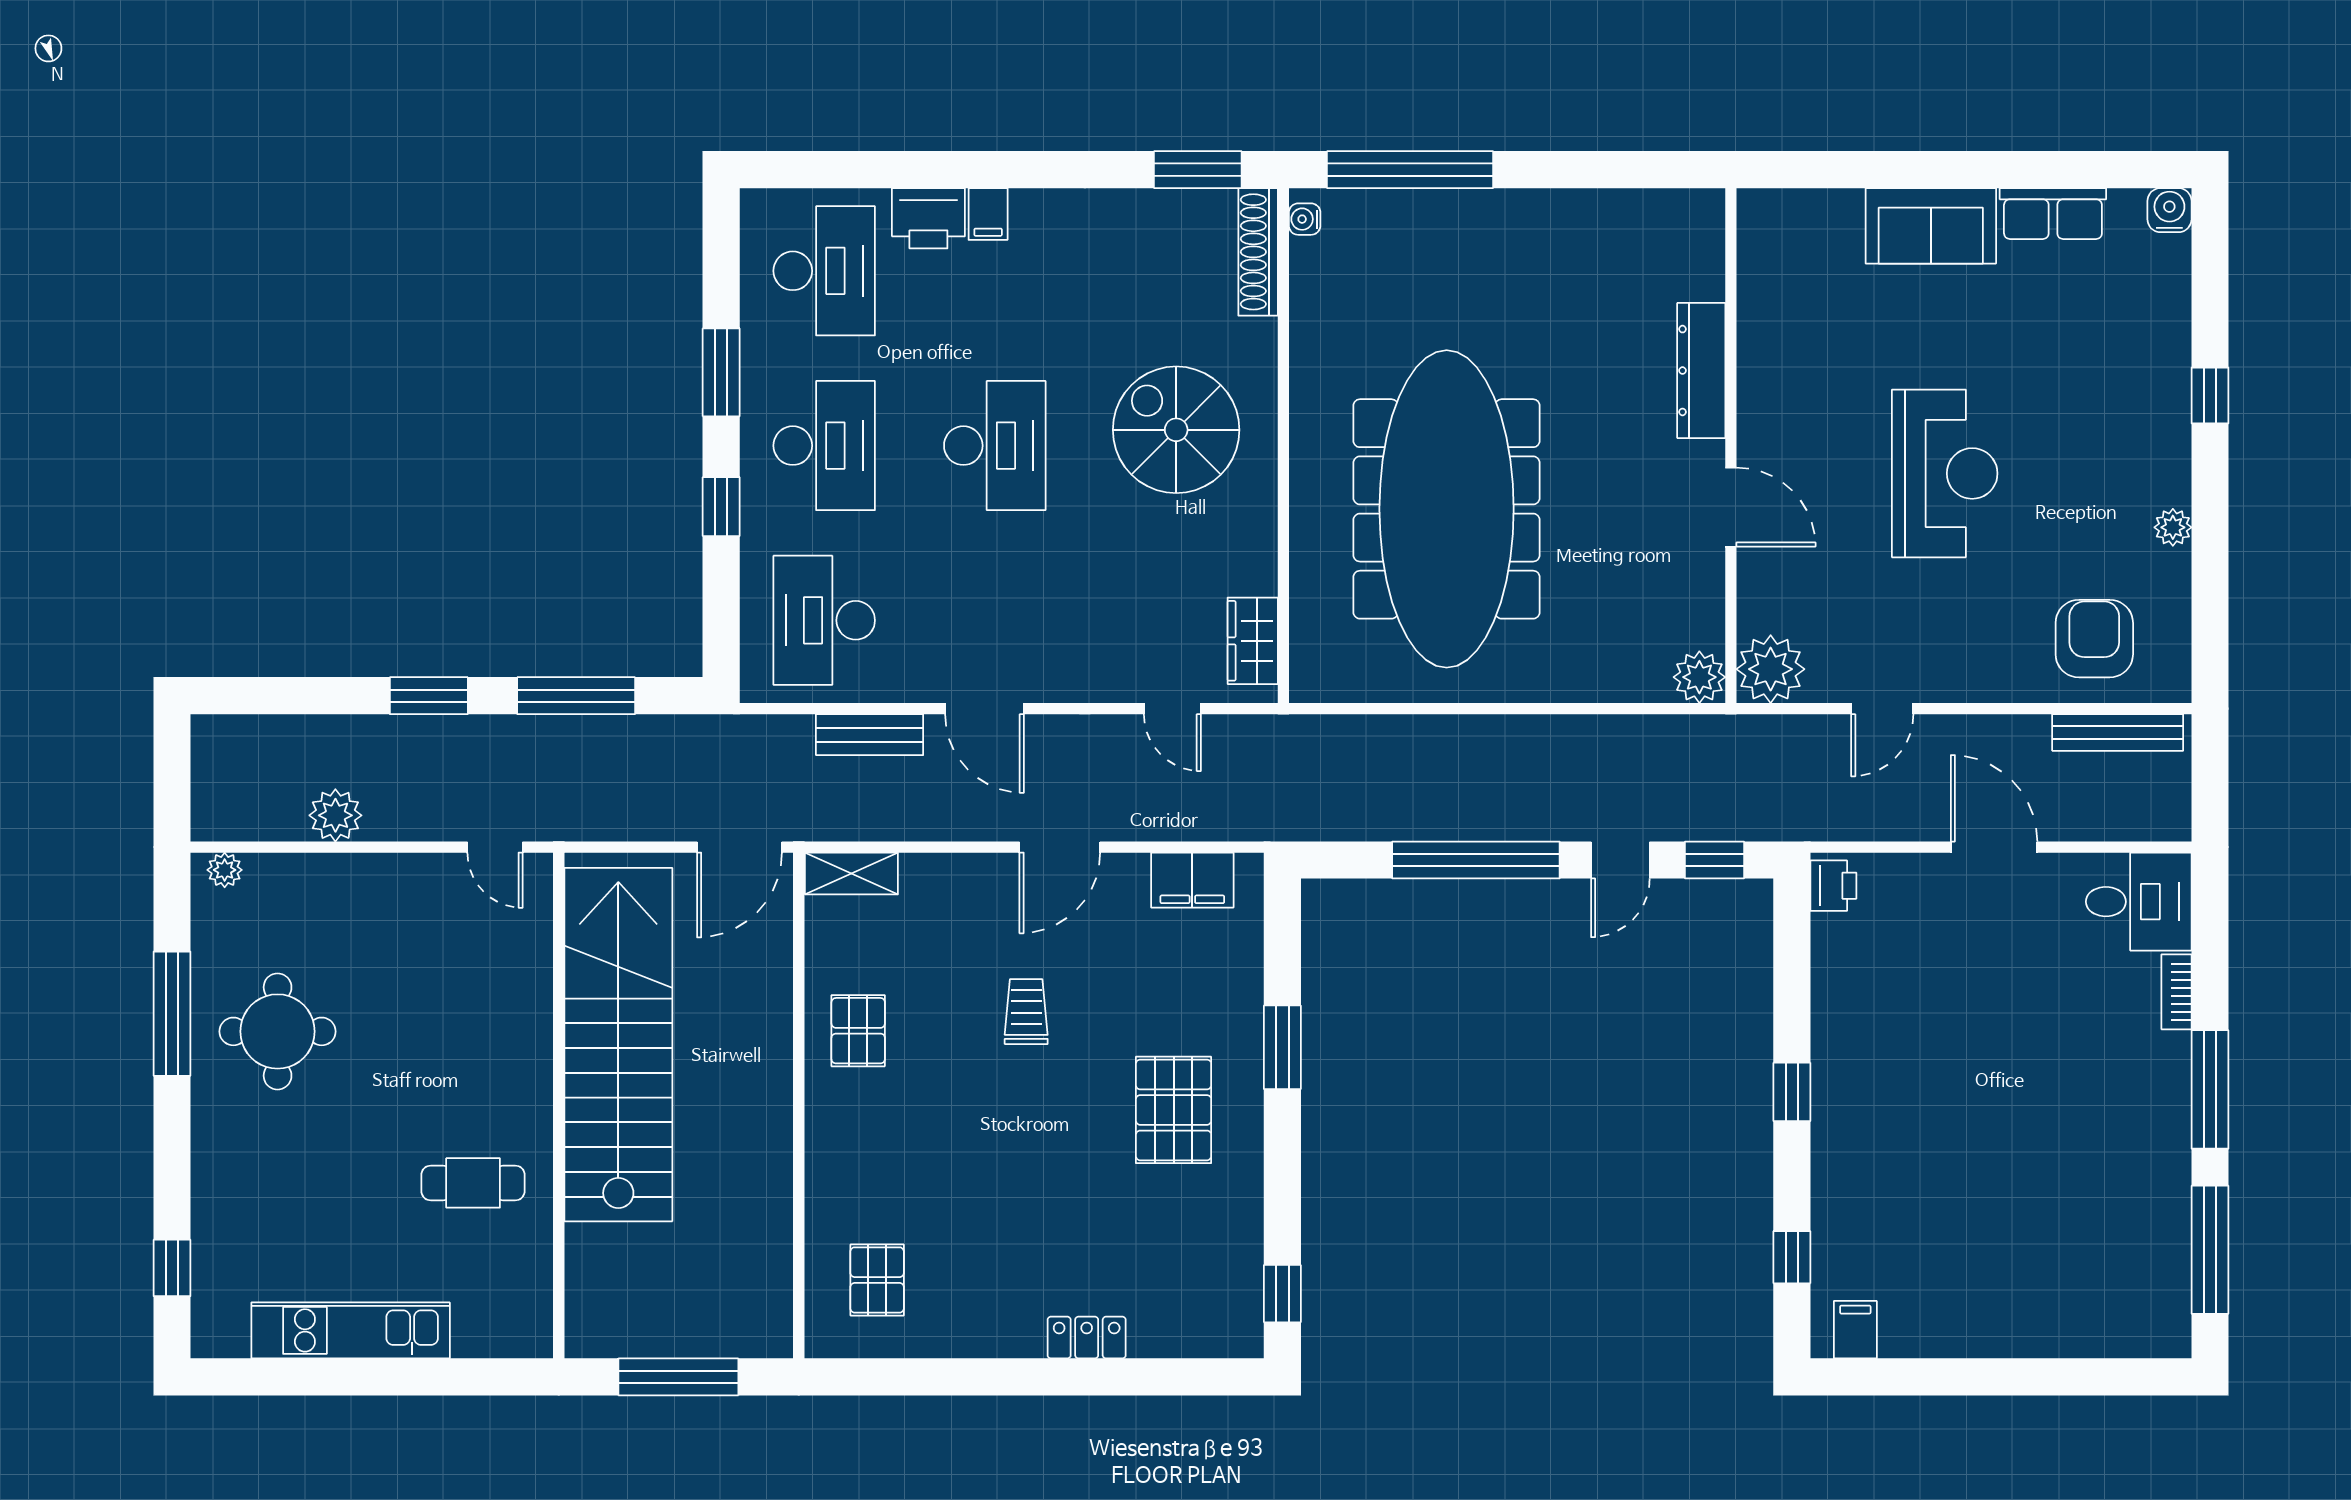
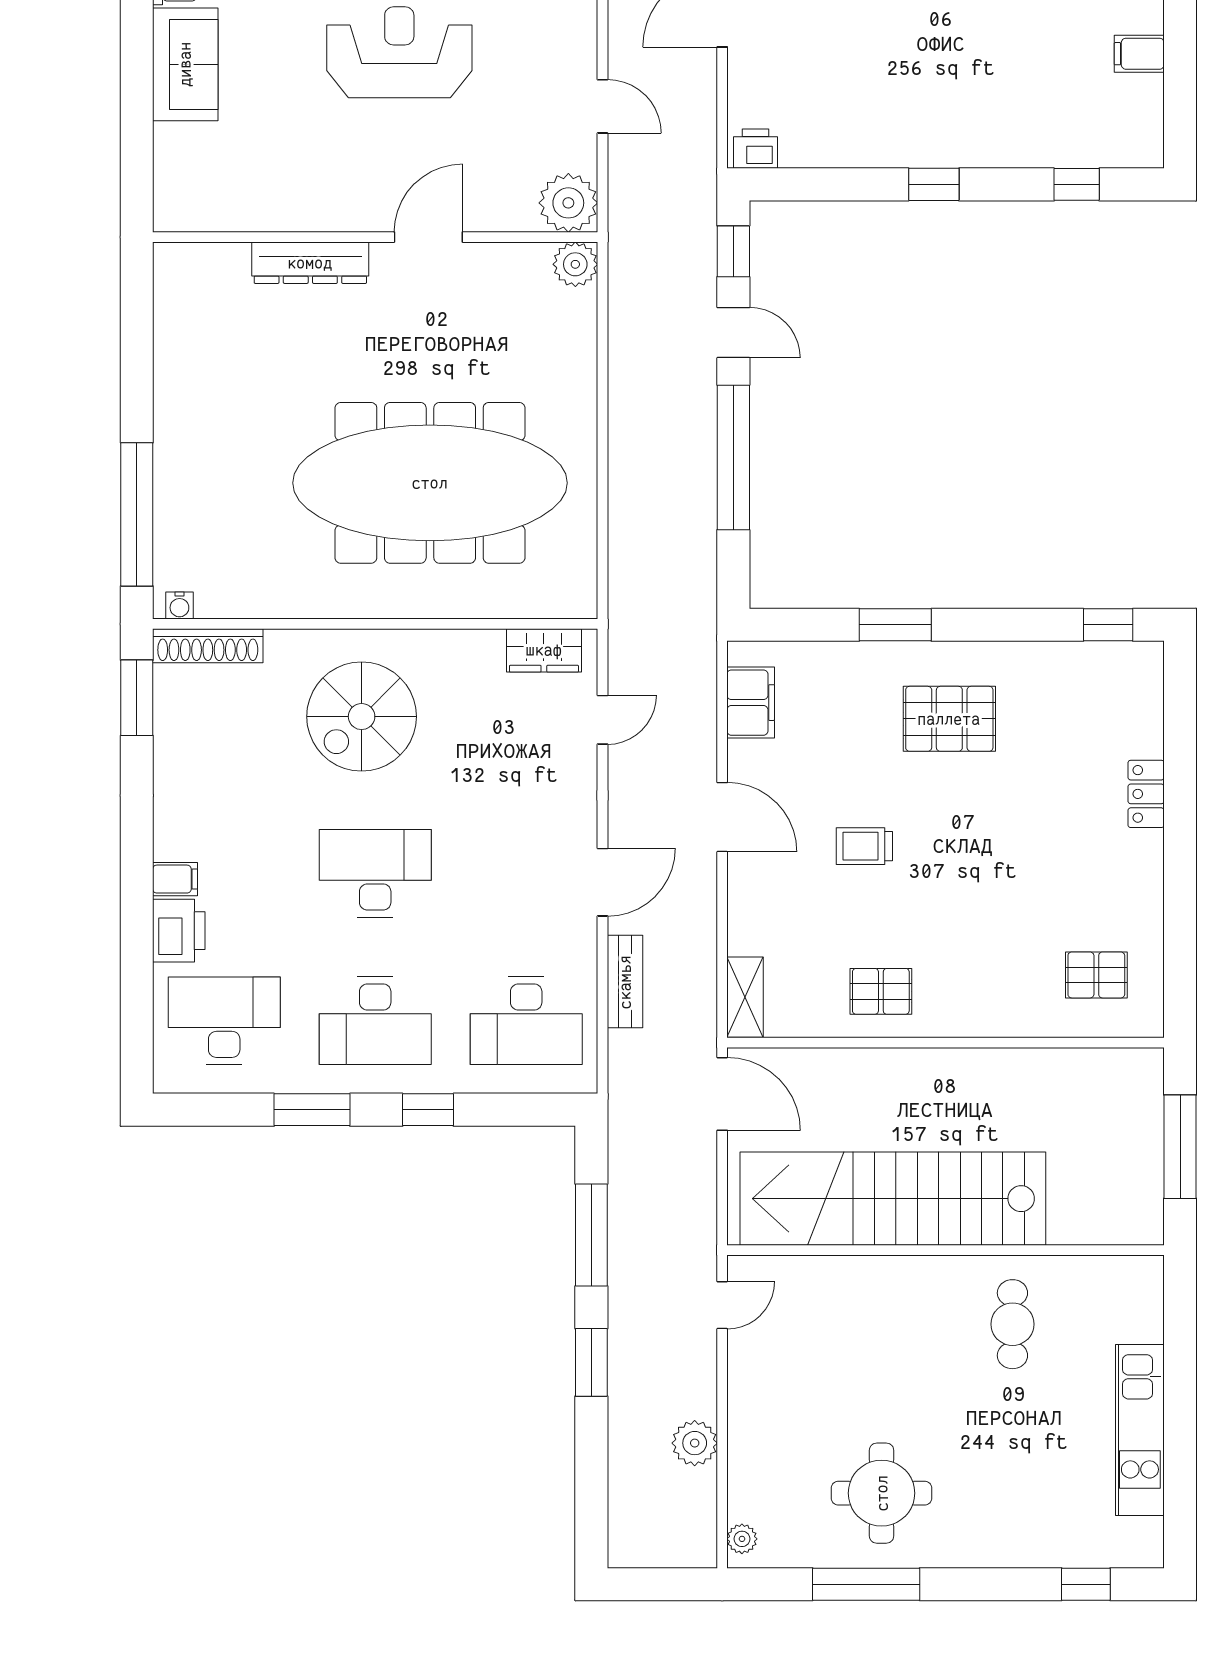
desk: (824, 446) -> (375, 1021), turned 180
filing cabinet: (1855, 1330) -> (1139, 54), moved

